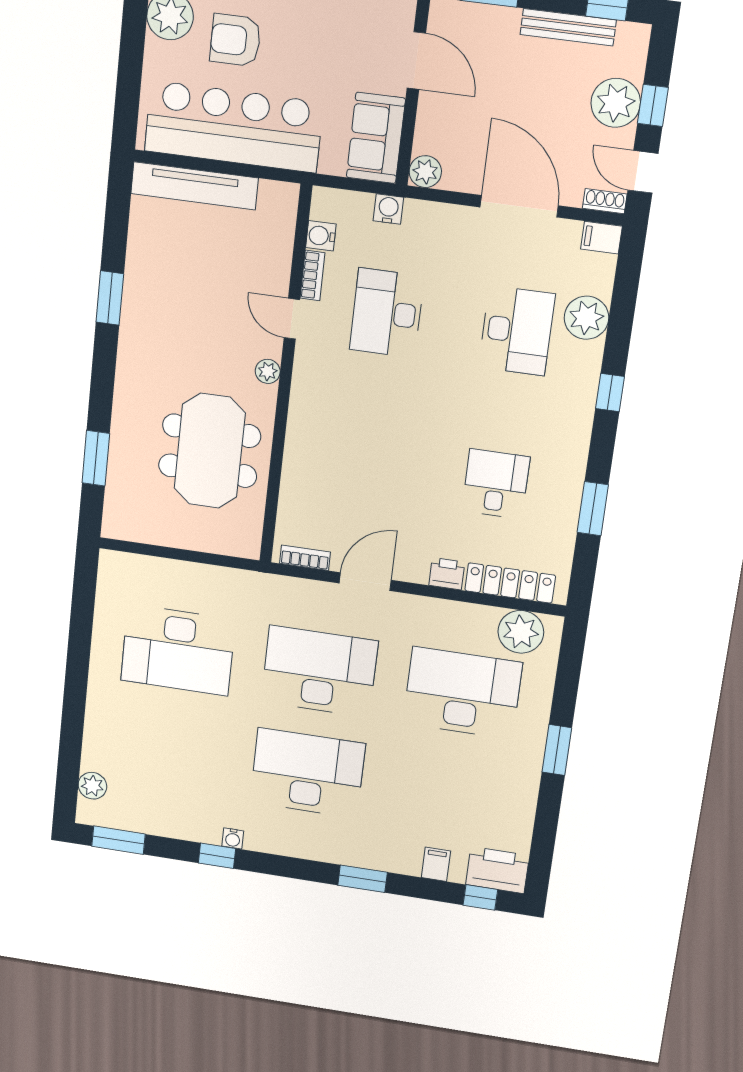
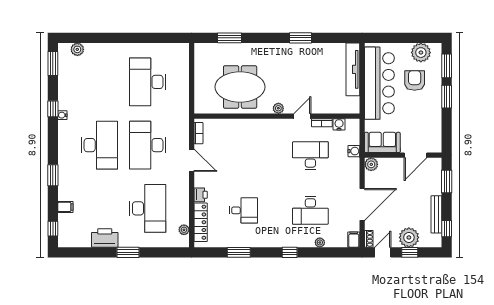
plant: (586, 318) -> (320, 242), width x0.53, depth x0.53
plant: (521, 632) -> (184, 230), width x0.53, depth x0.53
desk: (319, 671) -> (148, 145), turned 180
printer: (497, 870) -> (105, 238), moved, turned -90

